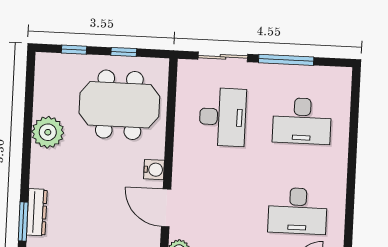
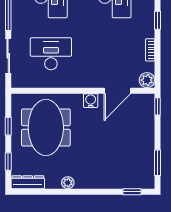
plant: (48, 132) -> (68, 183), width x0.53, depth x0.53
dresser: (37, 212) -> (28, 182), moved
window: (23, 222) -> (132, 192), width x0.67

